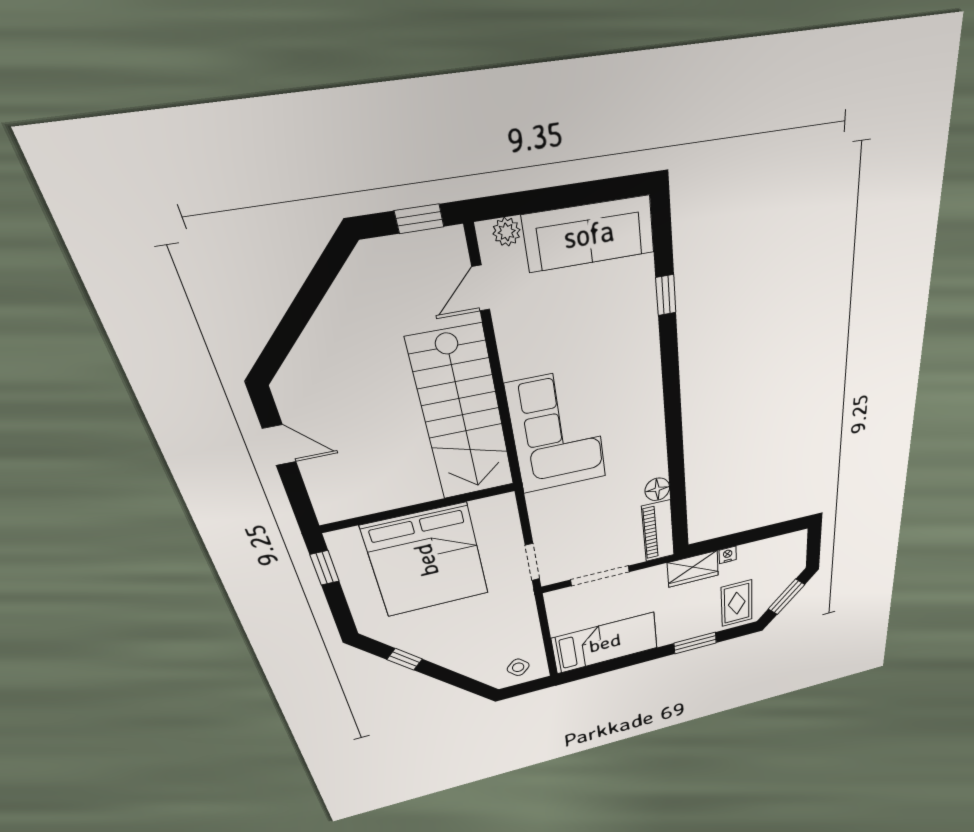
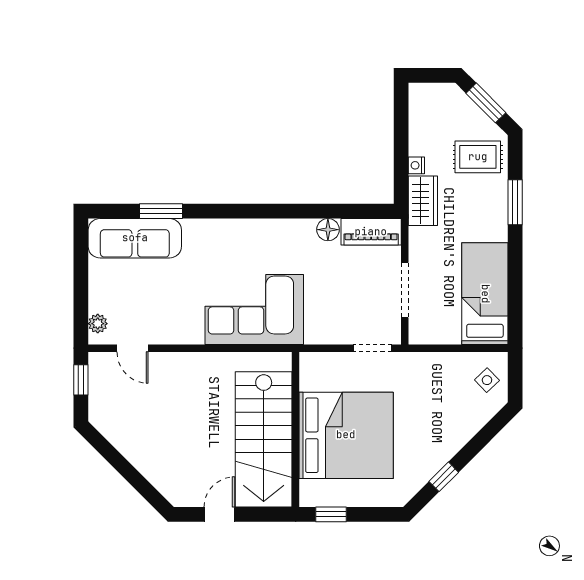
sofa: (589, 234) -> (135, 238), moved, turned 90
window: (666, 295) -> (161, 211), width x1.50
stairs: (462, 415) -> (264, 439), moved, turned 90

